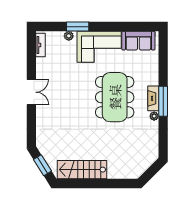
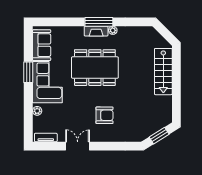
window: (78, 27) -> (28, 72), moved
double door: (31, 92) -> (78, 146), moved
armchair: (64, 107) -> (105, 115), added
stairs: (82, 170) -> (163, 72), moved

